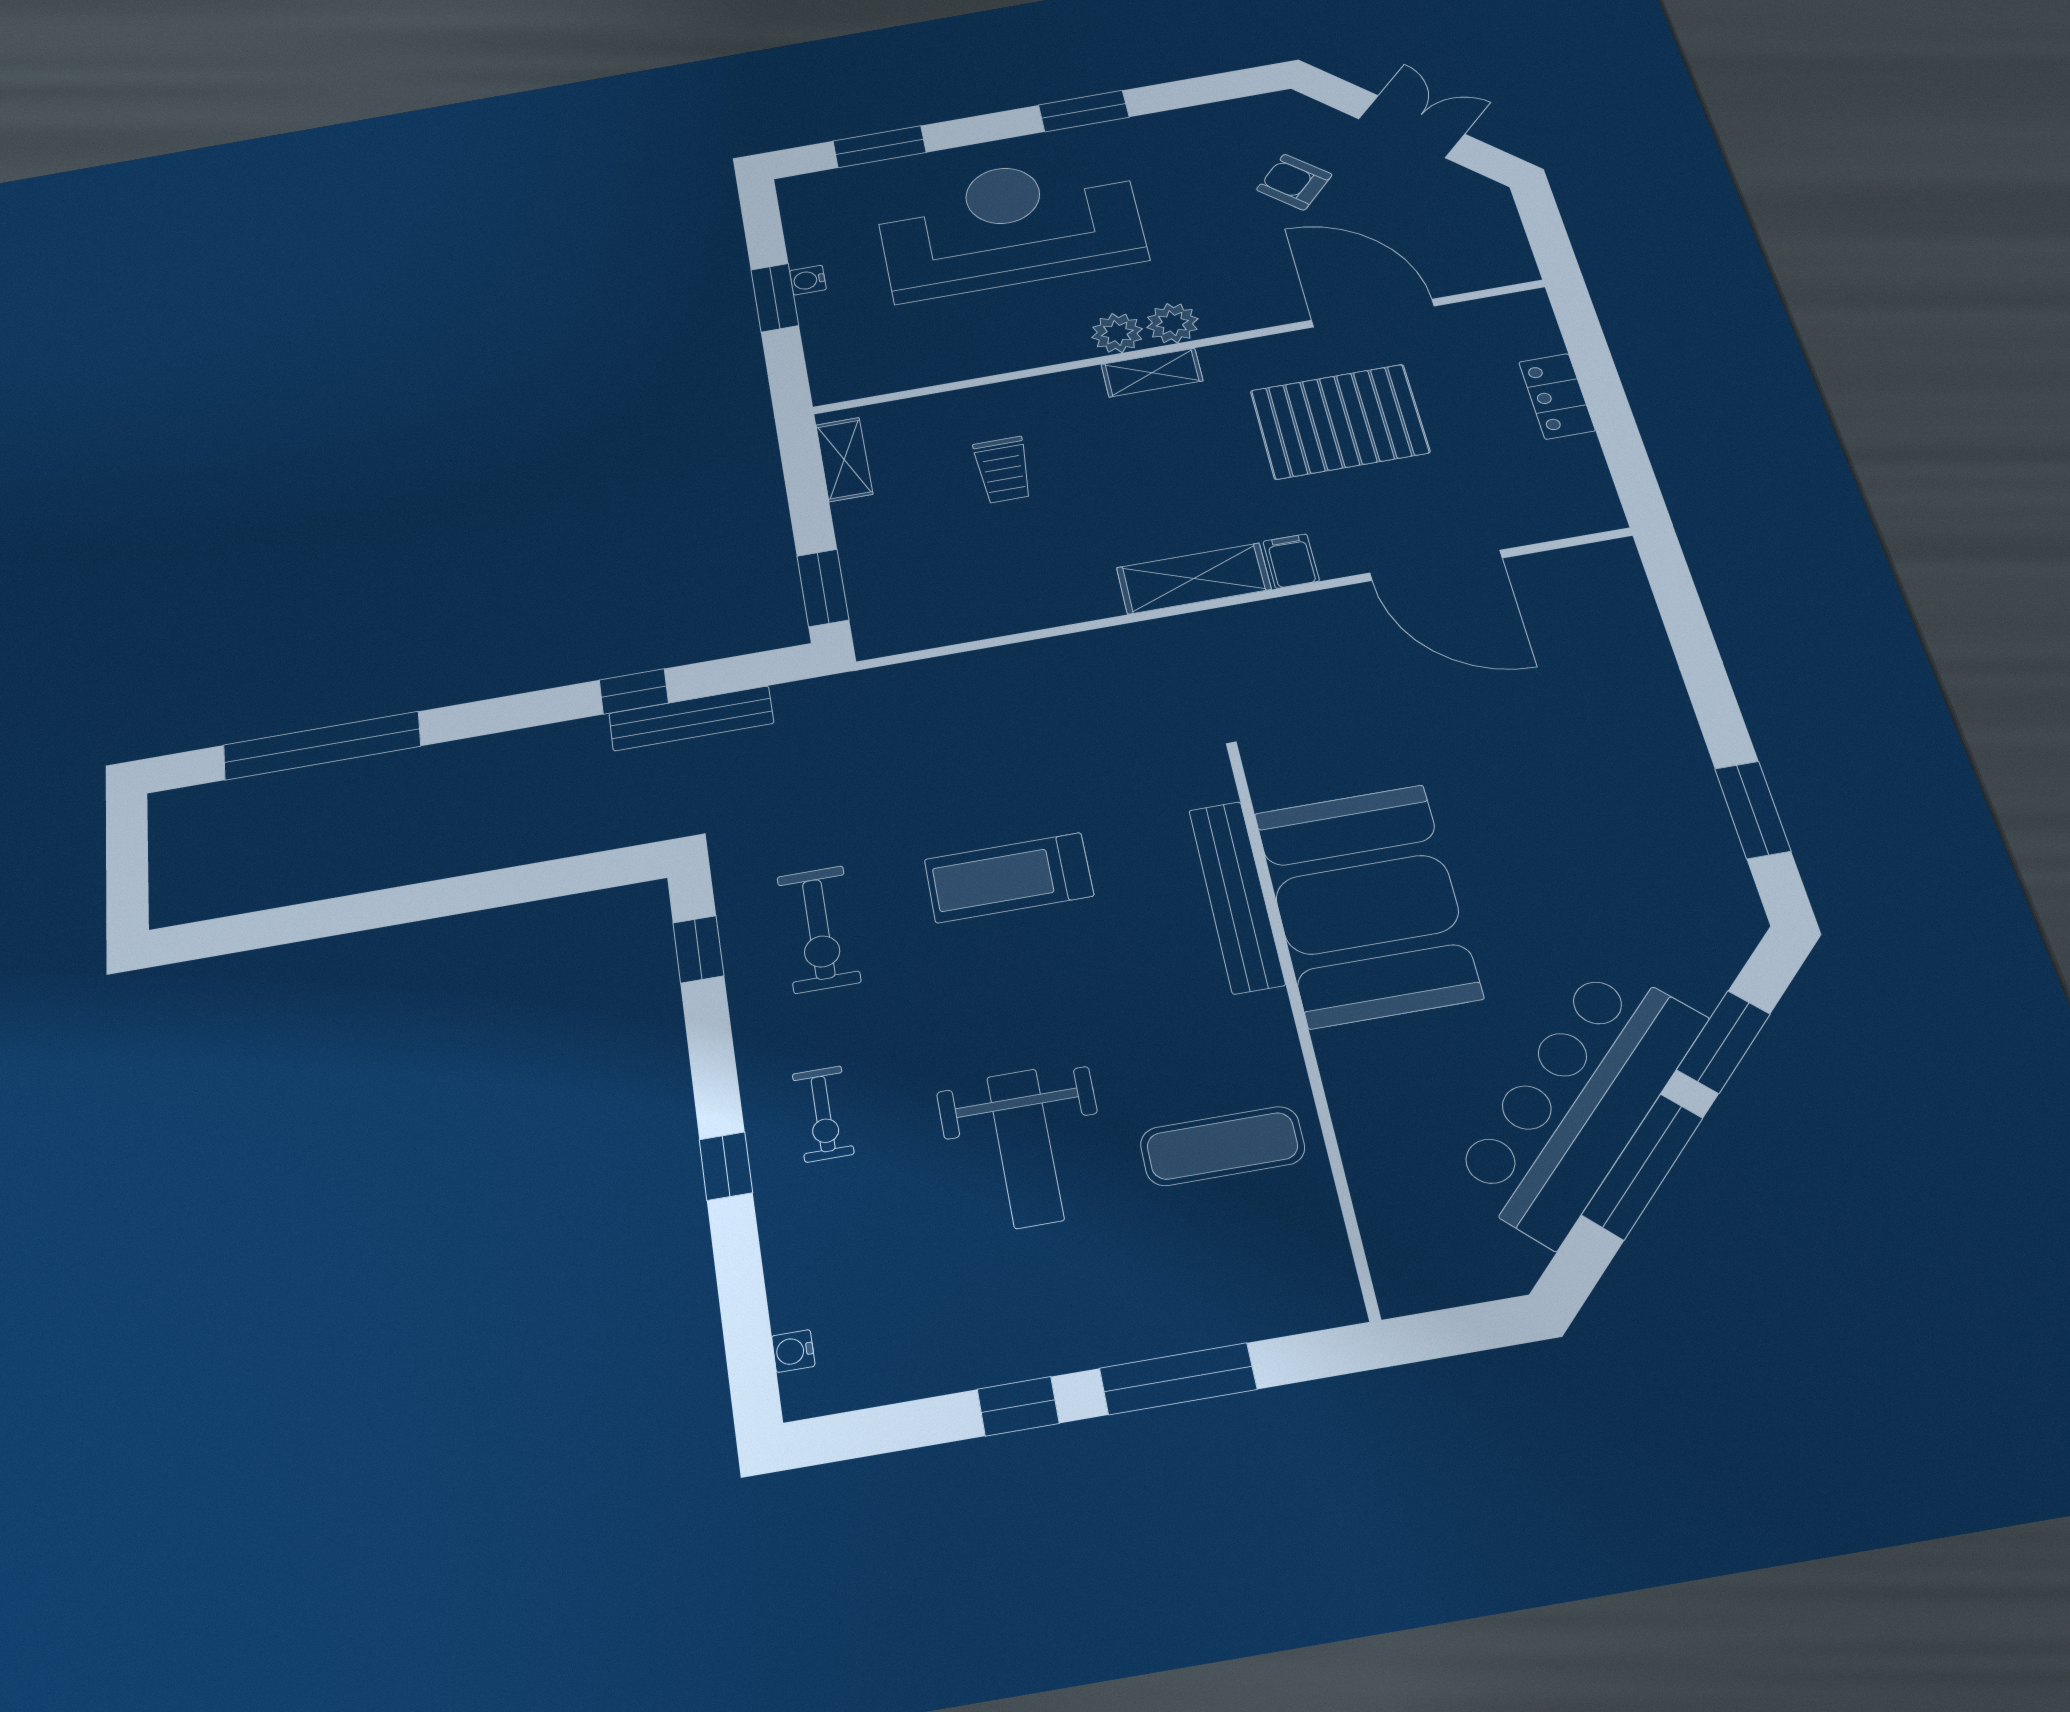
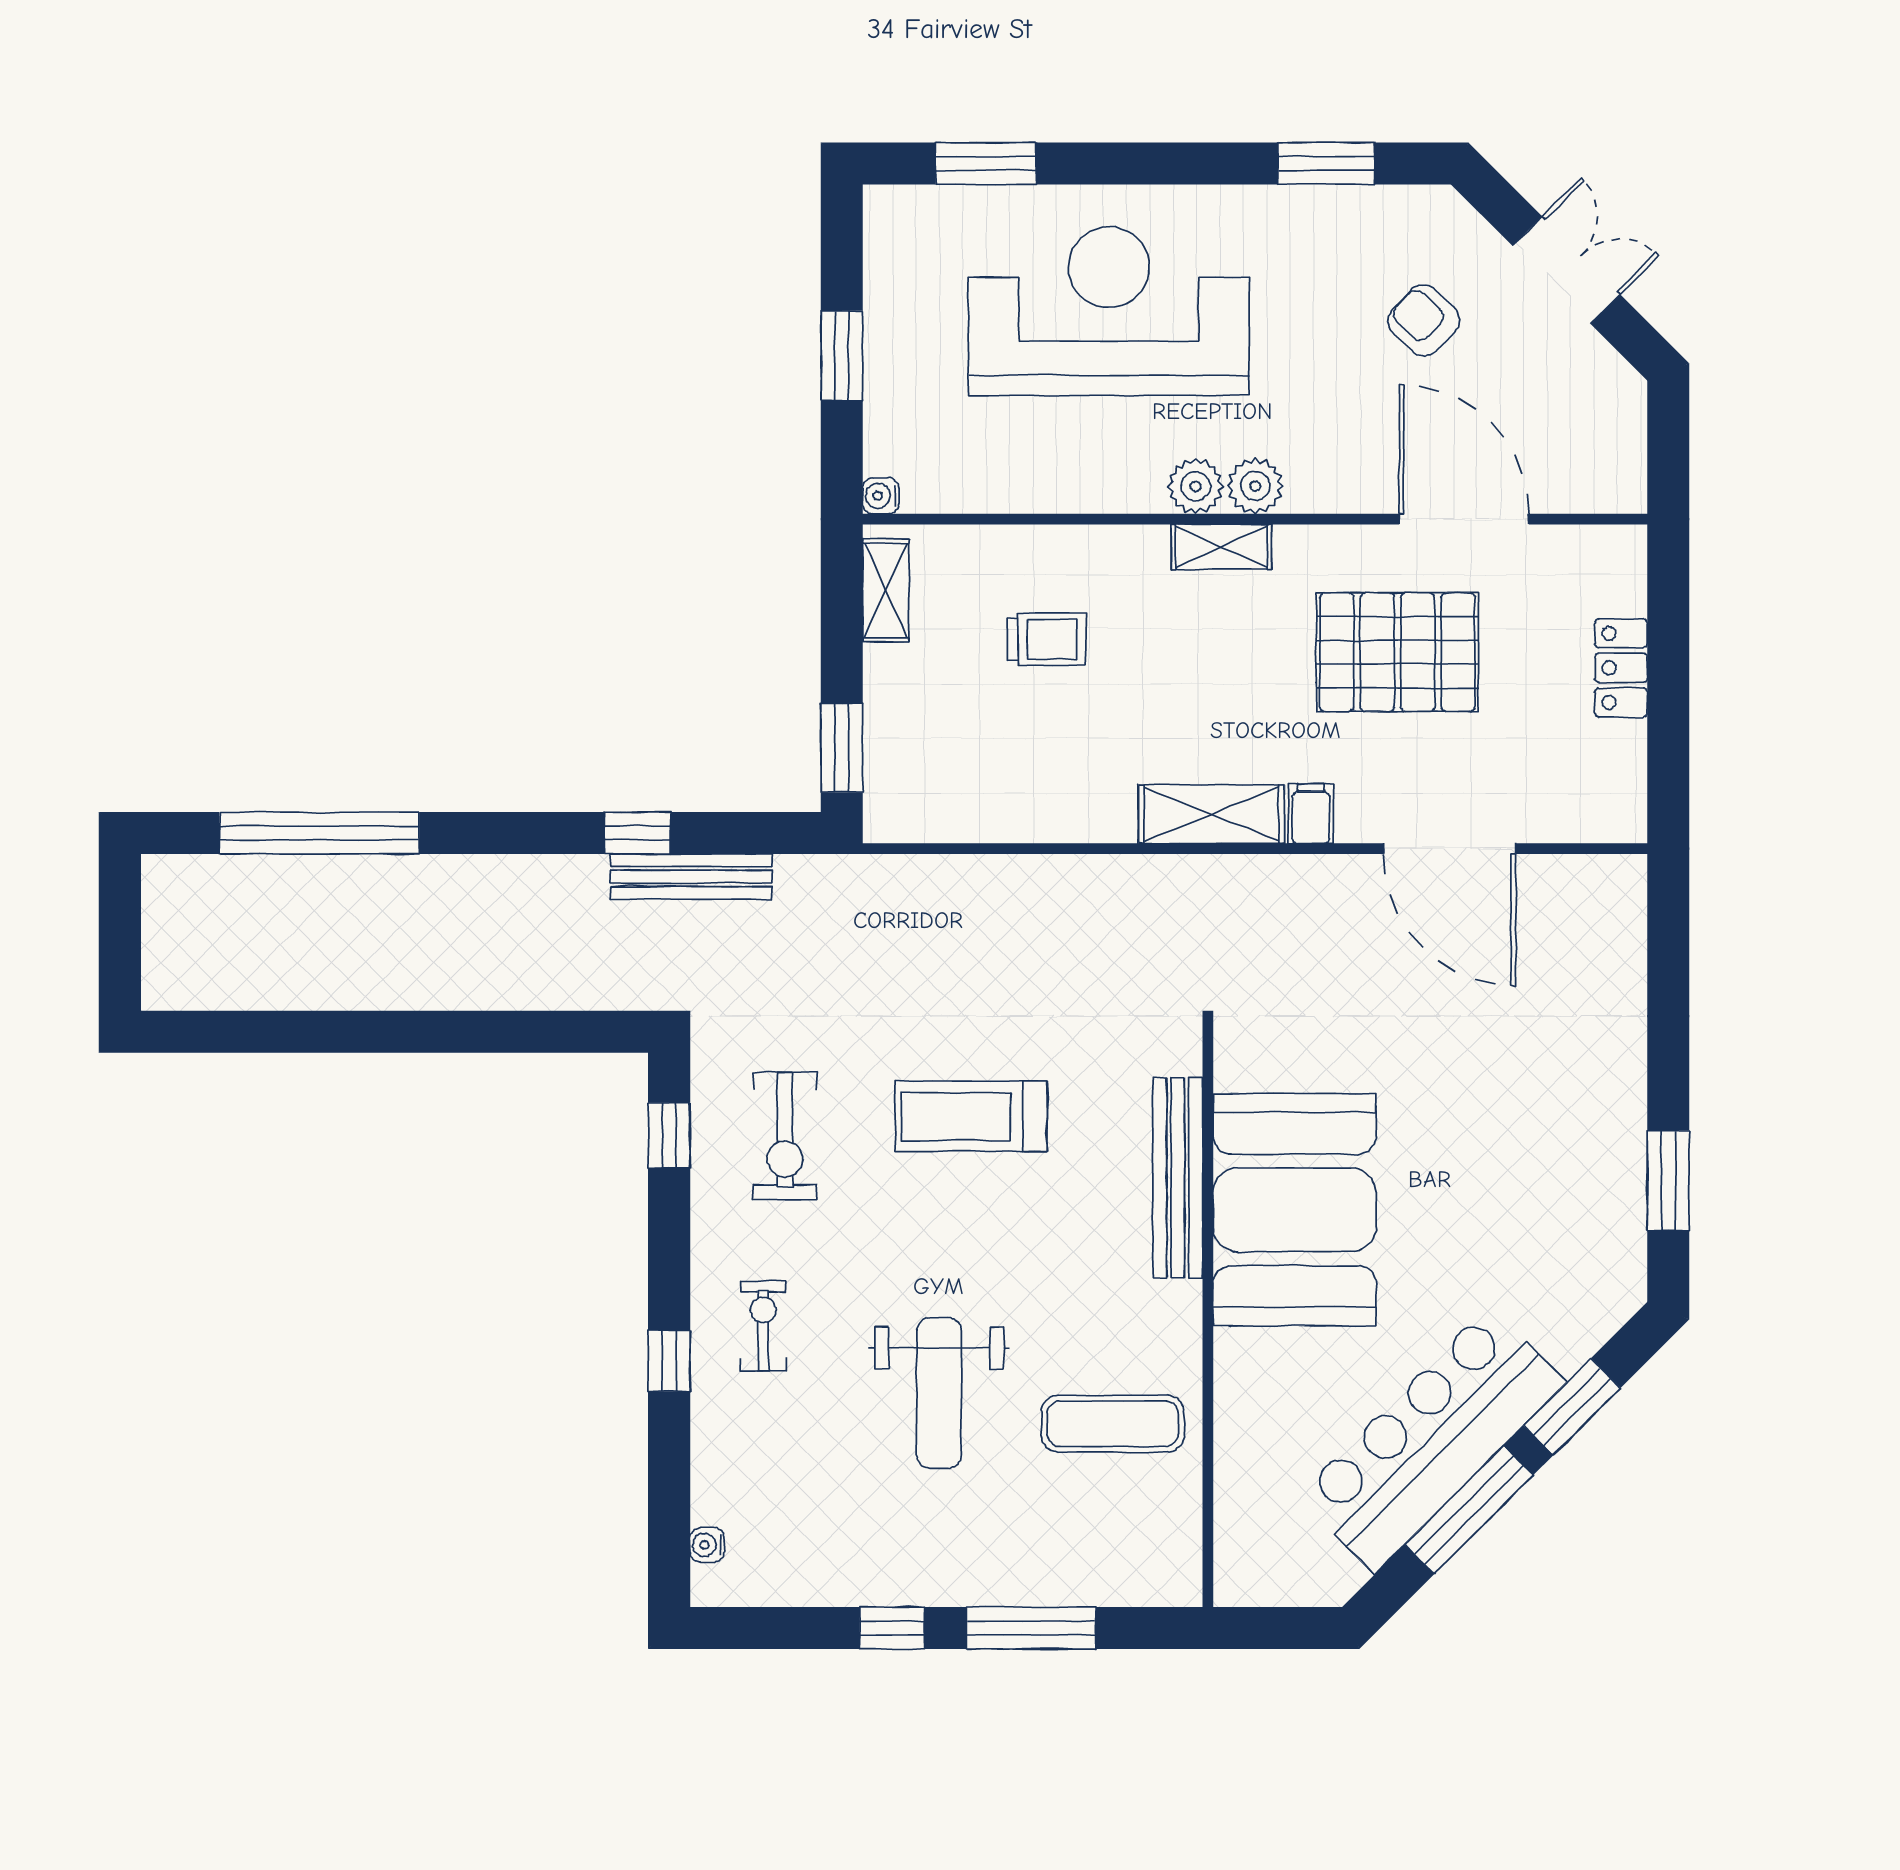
window: (1084, 111) -> (1326, 163), moved
water cooler: (808, 280) -> (881, 496), moved
trolley: (1003, 470) -> (1046, 639), turned -90
exercise bike: (823, 1114) -> (763, 1326), turned 180

